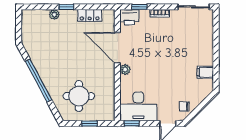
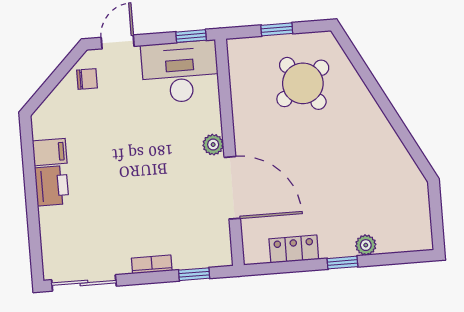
printer: (129, 17) -> (52, 186), moved, turned 90
window: (38, 81) -> (387, 108), removed
round table: (79, 96) -> (303, 83), turned -36

